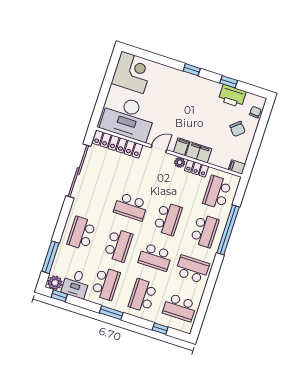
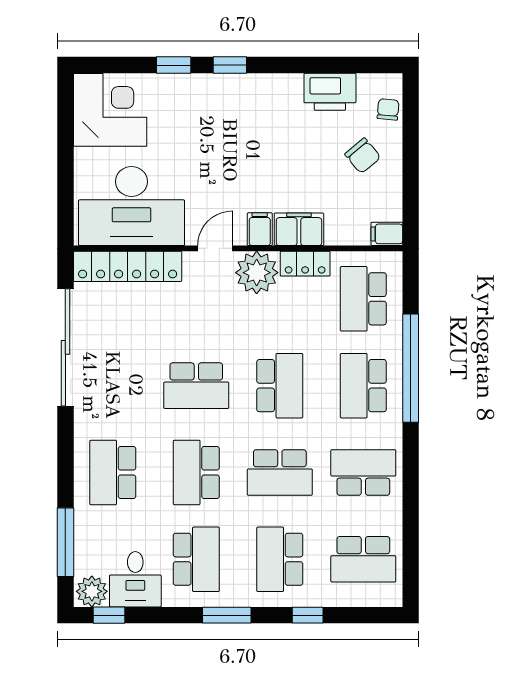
window: (229, 82) -> (174, 65), moved
plant: (180, 162) -> (257, 273), width x1.87, depth x1.87
school desk: (205, 231) -> (363, 386), turned 180
school desk: (118, 245) -> (196, 472), turned 180
window: (160, 329) -> (308, 615), moved

